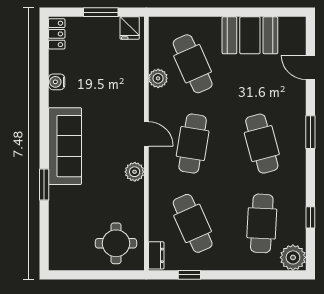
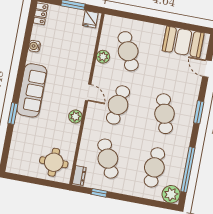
booth: (250, 35) -> (183, 42), moved
window: (310, 217) -> (188, 170), width x3.17

